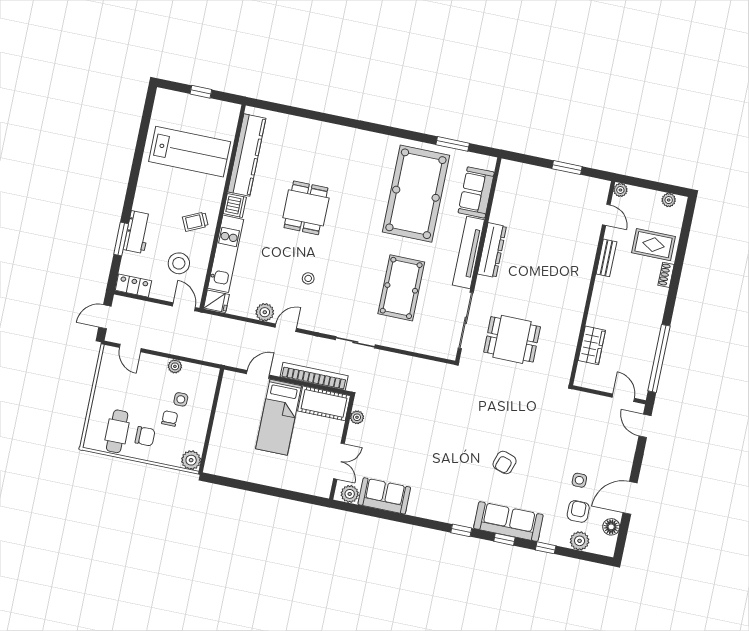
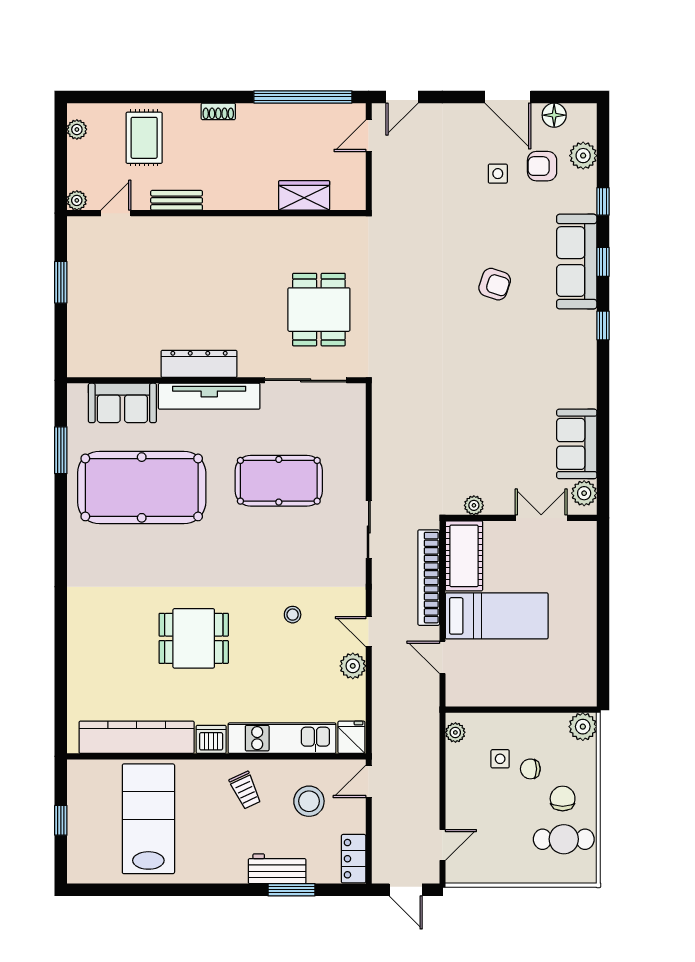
shoe rack: (666, 275) -> (218, 111), moved
plant: (175, 366) -> (455, 732), moved

